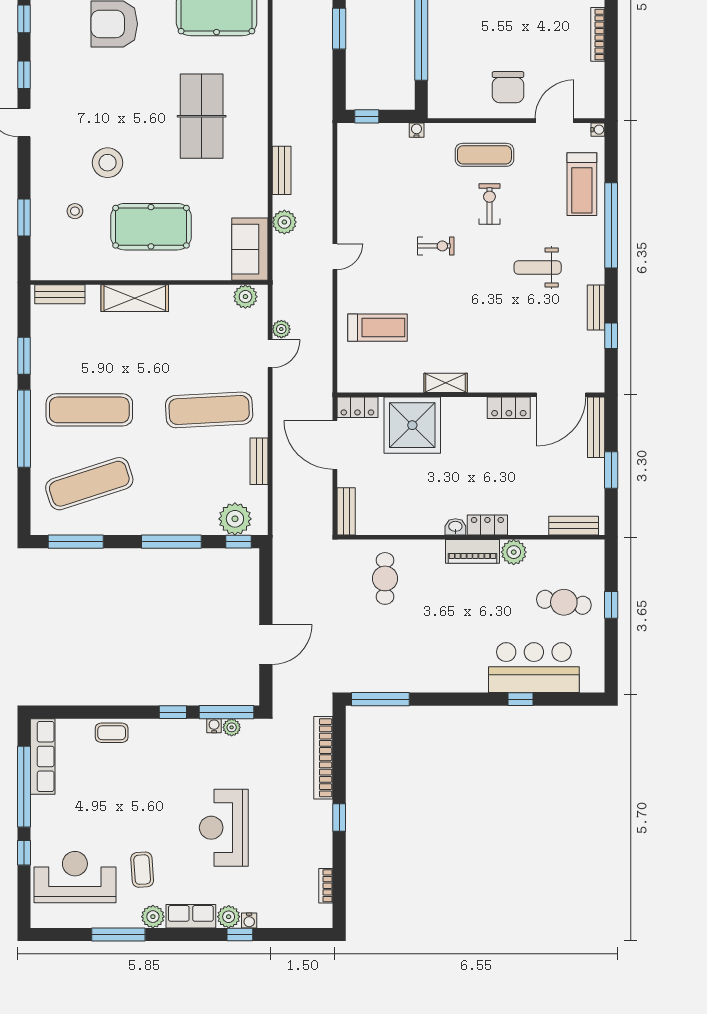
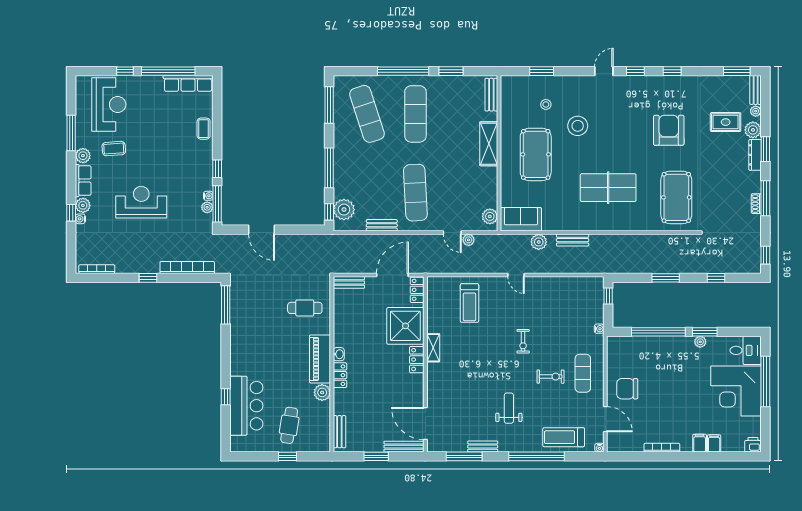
window: (611, 336) -> (464, 456), width x2.17
locker: (509, 408) -> (417, 360), moved
piano: (472, 551) -> (320, 359), width x1.37, depth x1.33
bookcase: (326, 886) -> (97, 269), width x1.56

